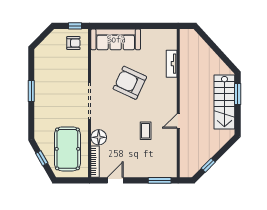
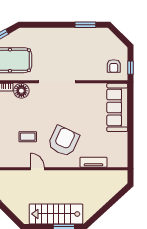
armchair: (130, 83) -> (64, 141), moved
window: (31, 91) -> (85, 25), moved

